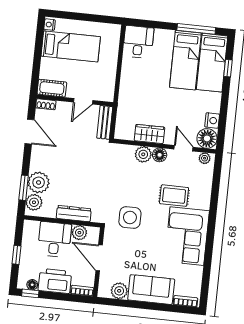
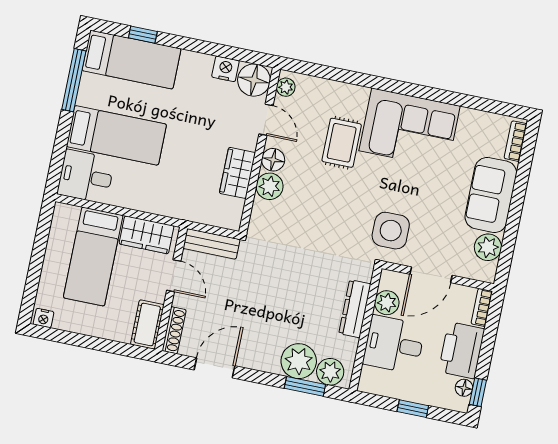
bed: (71, 46) -> (93, 256), moved, turned 180
bed: (185, 60) -> (116, 135), moved
wardrobe: (106, 82) -> (147, 235), added
shoe rack: (46, 104) -> (174, 330), width x1.43
door: (184, 148) -> (266, 120), swing flipped
side table: (130, 217) -> (391, 231), moved

